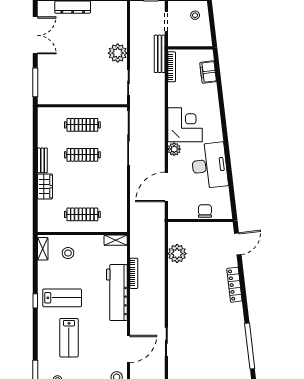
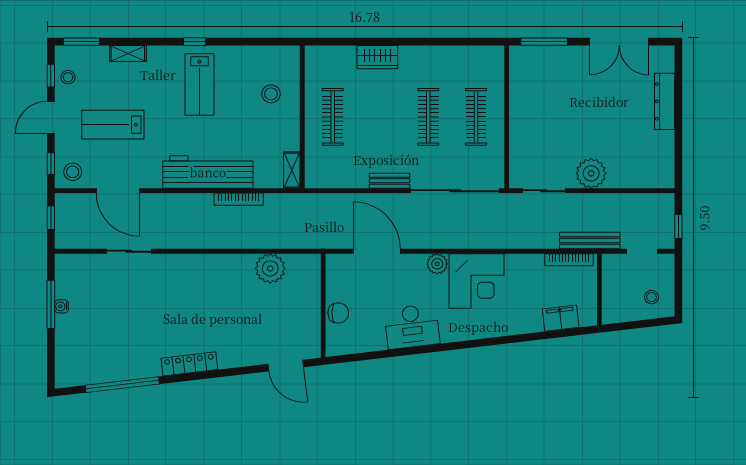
bench: (42, 160) -> (390, 181), moved
desk: (209, 165) -> (412, 326), width x0.73, depth x0.77
shelving: (43, 249) -> (128, 54), moved
locker: (234, 285) -> (189, 364), moved
lab bench: (69, 338) -> (113, 125), moved

